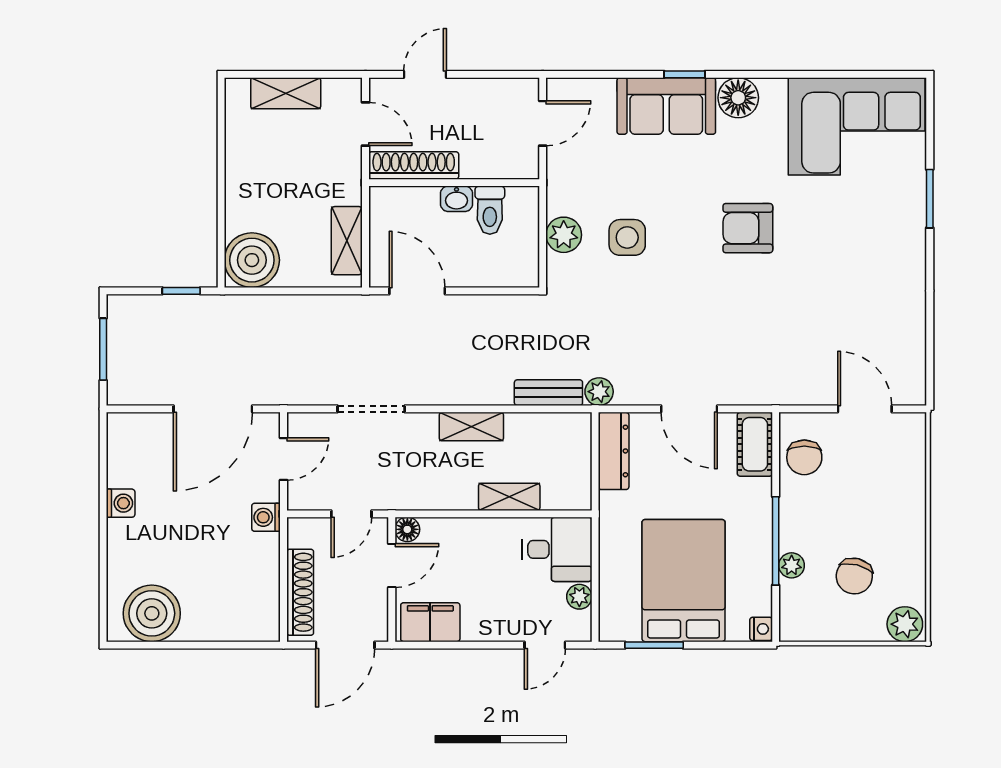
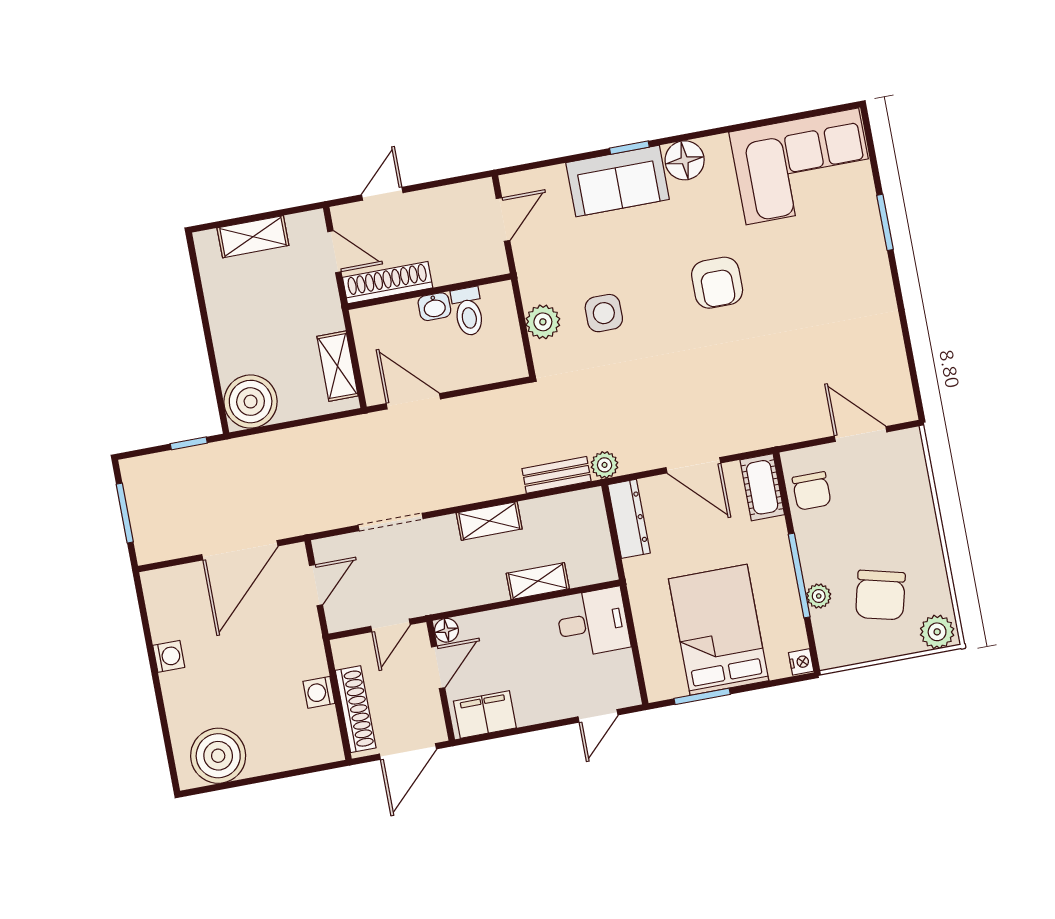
armchair: (748, 228) -> (717, 283), turned -90
washing machine: (266, 517) -> (319, 692), moved
chair: (854, 576) -> (880, 595), width x1.37, depth x1.37
plant: (579, 597) -> (622, 664), removed

